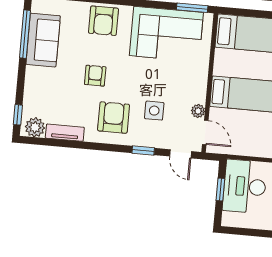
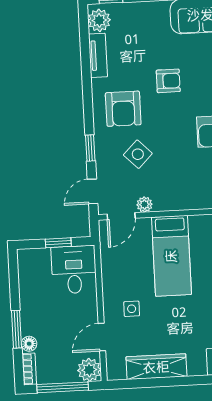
side table: (154, 111) -> (138, 154), turned 45
armchair: (114, 118) -> (123, 109), turned 90
desk: (245, 186) -> (74, 270), width x0.73

